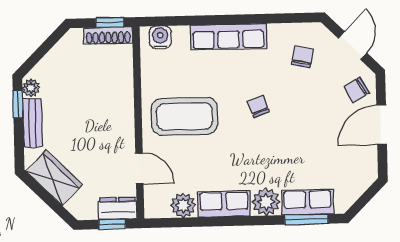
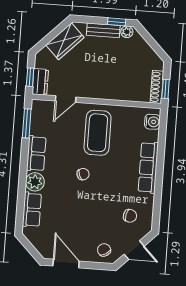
chair: (258, 107) -> (83, 174), moved
door: (382, 125) -> (66, 263), moved
plant: (183, 205) -> (38, 126), removed
window: (306, 219) -> (27, 123), moved

